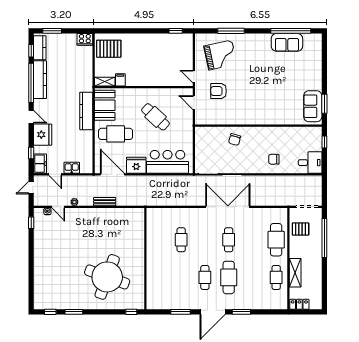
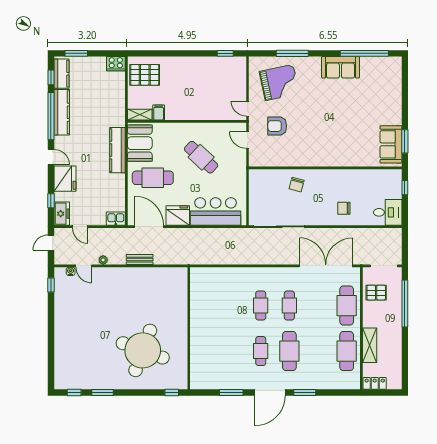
sofa: (287, 42) -> (340, 67), moved
kitchen sink: (72, 168) -> (116, 219), moved
double door: (228, 207) -> (326, 266), moved
cafe table: (181, 240) -> (261, 306), moved
cafe table: (276, 277) -> (347, 351), width x1.37, depth x1.35

